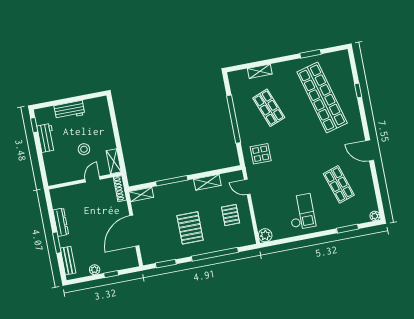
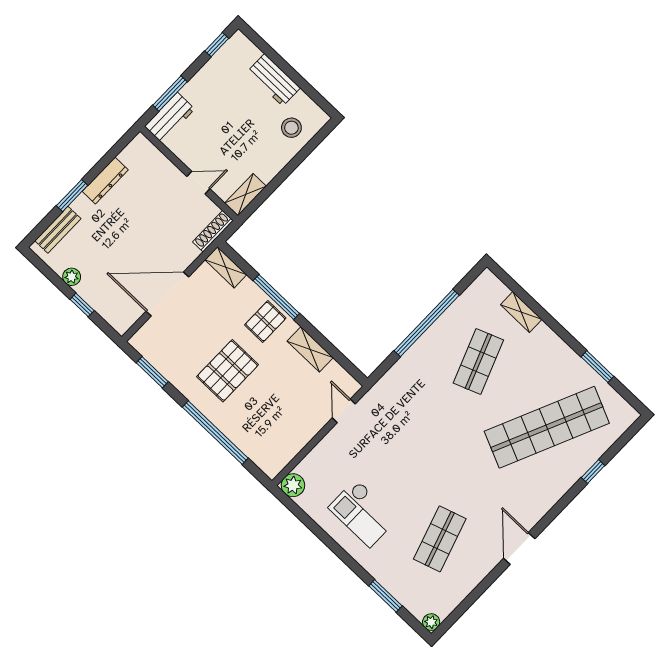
shop shelf: (322, 97) -> (547, 427), turned 39
workbench: (46, 138) -> (170, 118), moved
stool: (84, 149) -> (291, 128), moved
display table: (261, 154) -> (404, 396), removed
window: (41, 163) -> (170, 93), added
checkout: (301, 212) -> (363, 513), turned 90
pallet: (231, 215) -> (265, 322), moved

